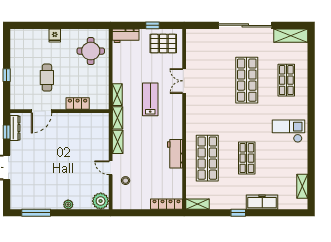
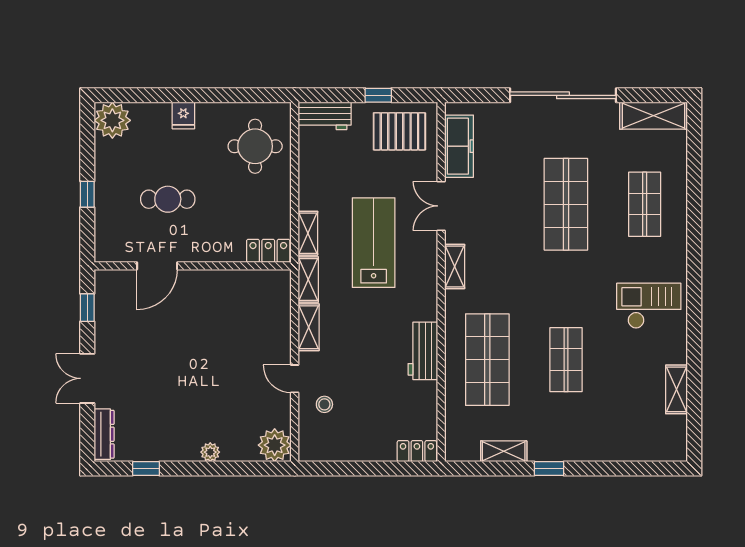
plant: (19, 38) -> (112, 120), added
cafe table: (47, 78) -> (168, 199), turned 90
lab bench: (150, 99) -> (374, 243), width x1.36, depth x1.39
locker: (78, 104) -> (268, 251), moved
shelving: (191, 111) -> (455, 267), added
dresser: (15, 128) -> (104, 434), moved
shelving: (302, 186) -> (676, 389), moved
freezer: (262, 202) -> (459, 146), moved, turned 90
locker: (166, 204) -> (417, 451), width x0.66
shelving: (197, 204) -> (504, 451), moved
window: (36, 213) -> (146, 469), width x0.46

